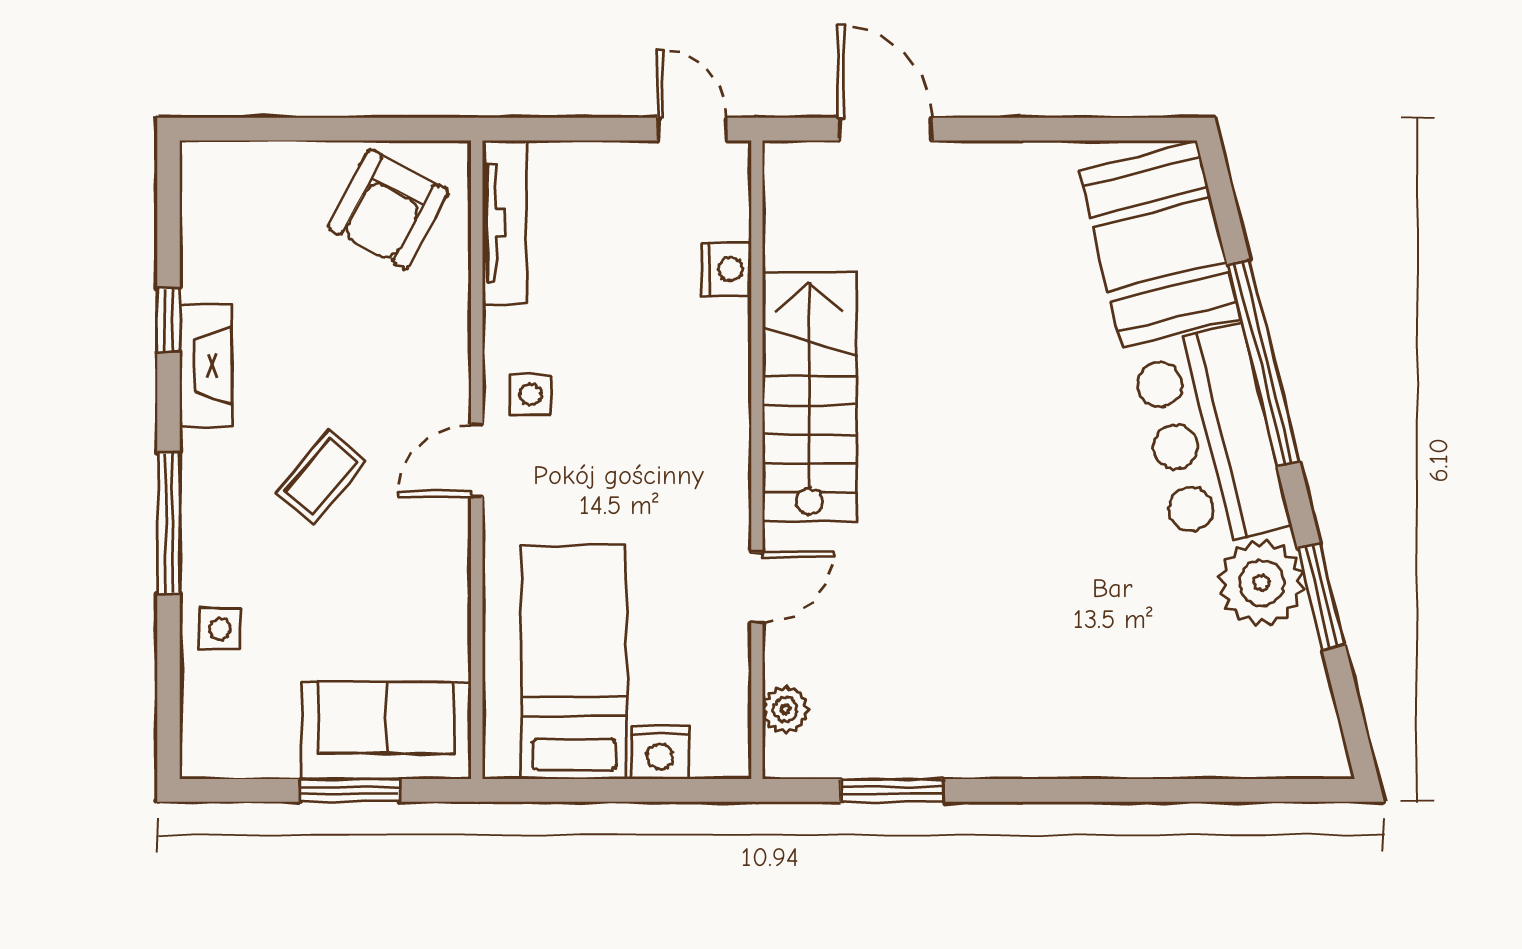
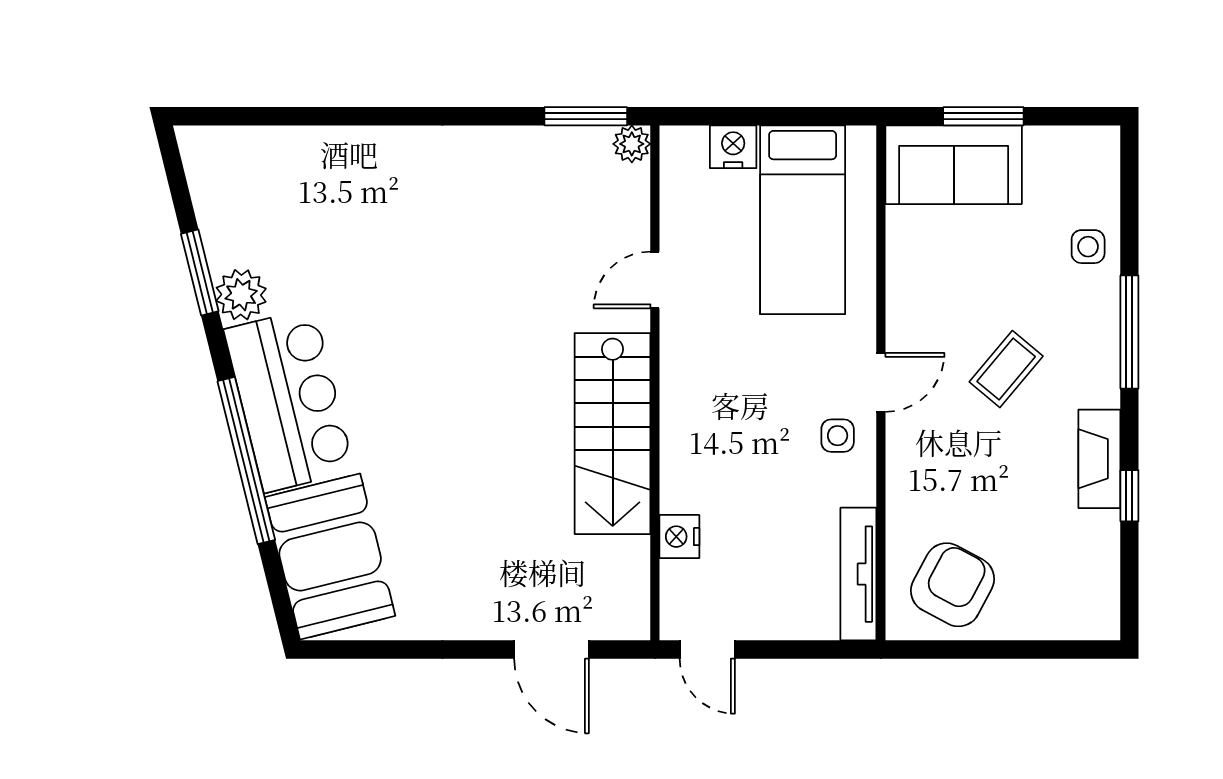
plant: (1262, 583) -> (241, 295), width x0.73, depth x0.73
plant: (786, 709) -> (632, 144), moved
window: (892, 790) -> (586, 116), moved

